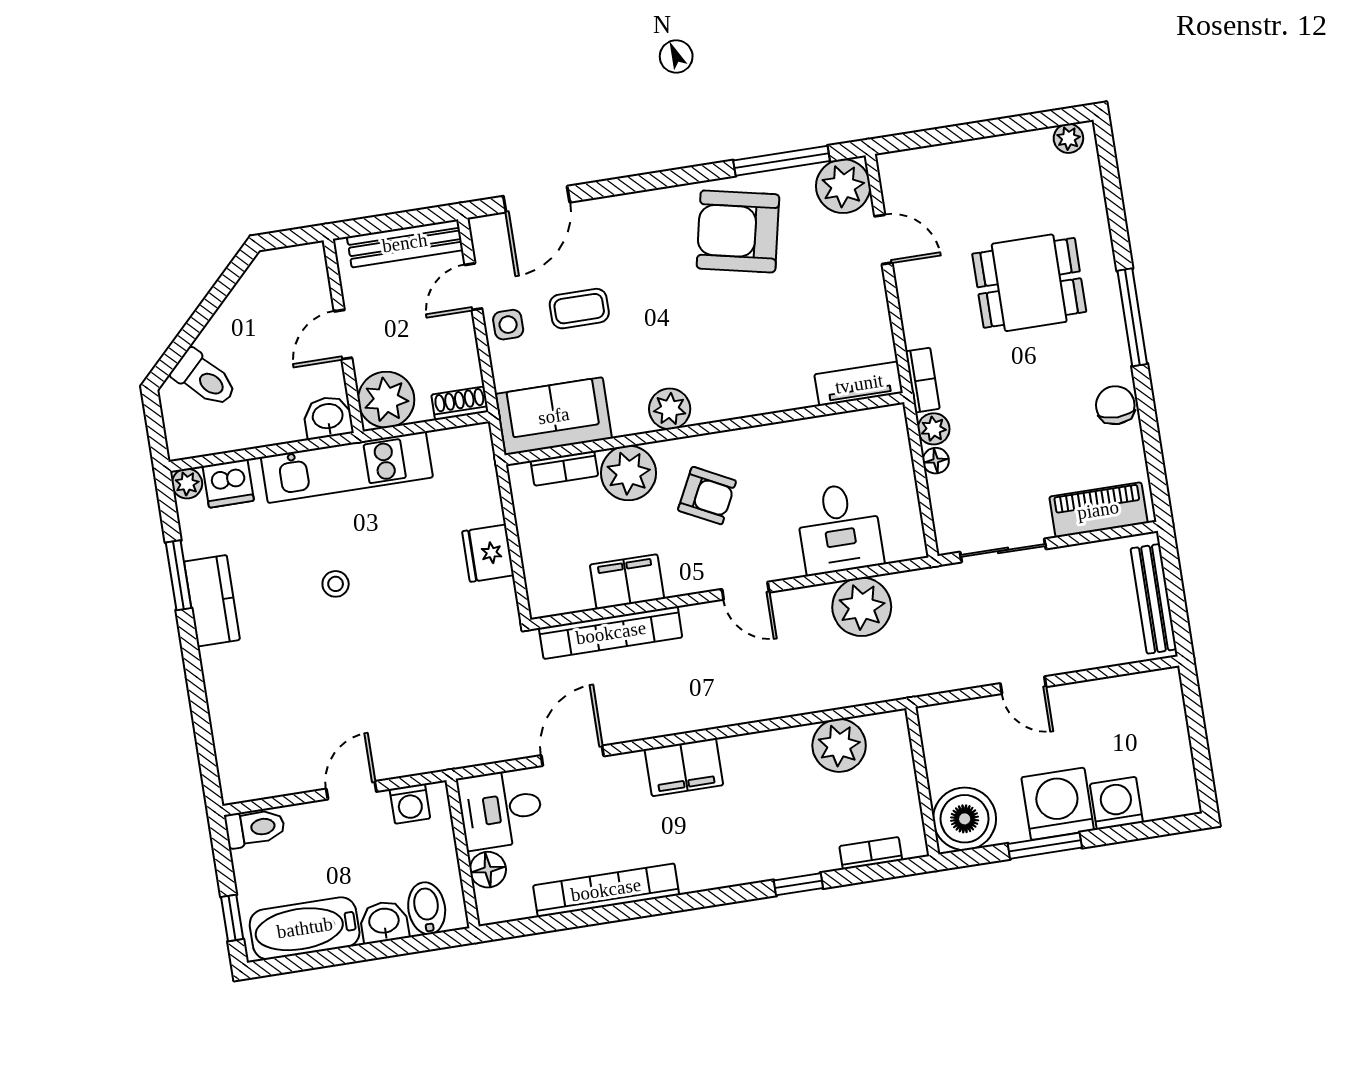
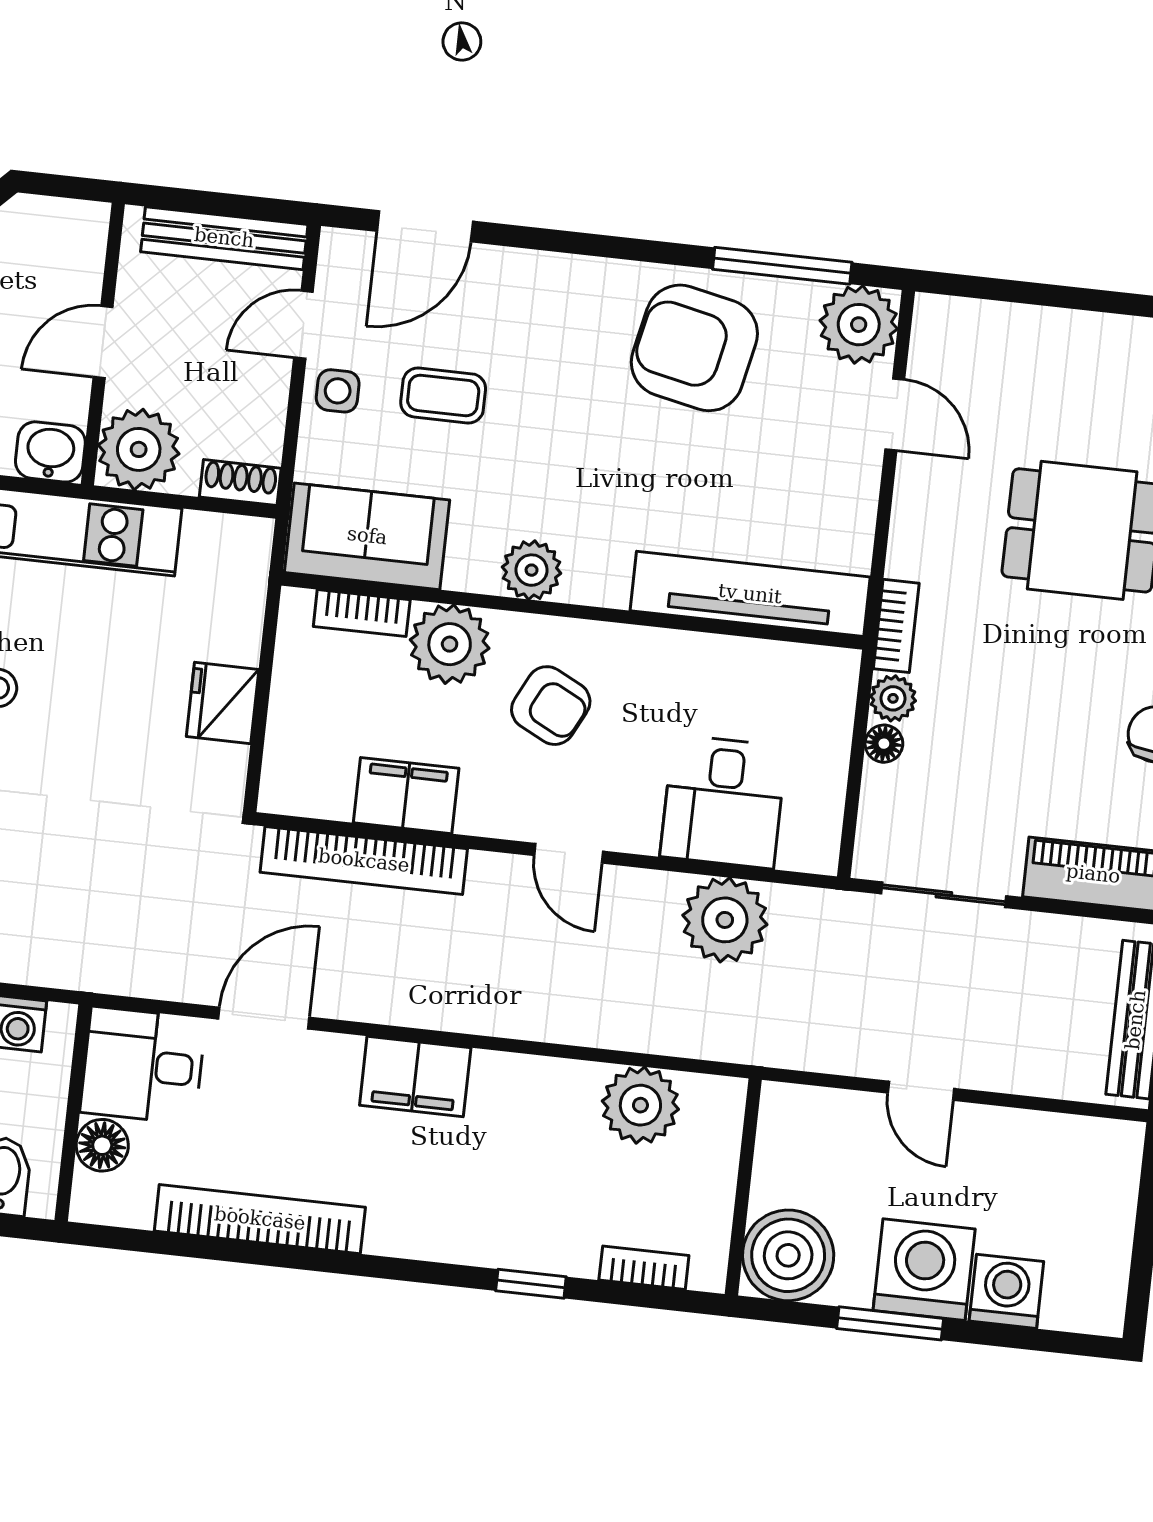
tv unit: (859, 384) -> (750, 594), width x1.92, depth x1.29

